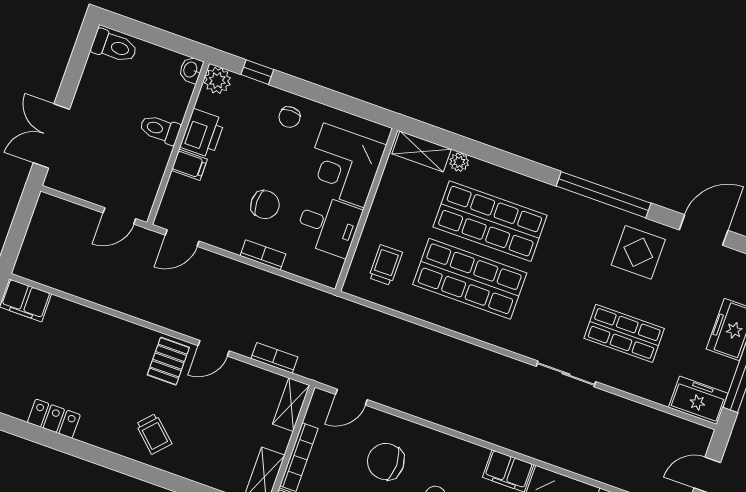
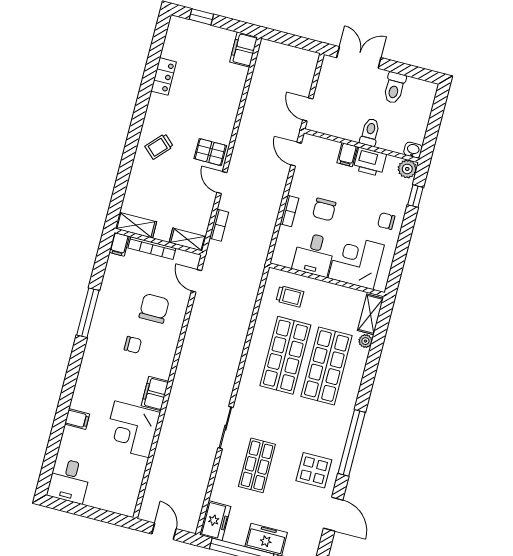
toilet: (114, 46) -> (394, 88), moved

